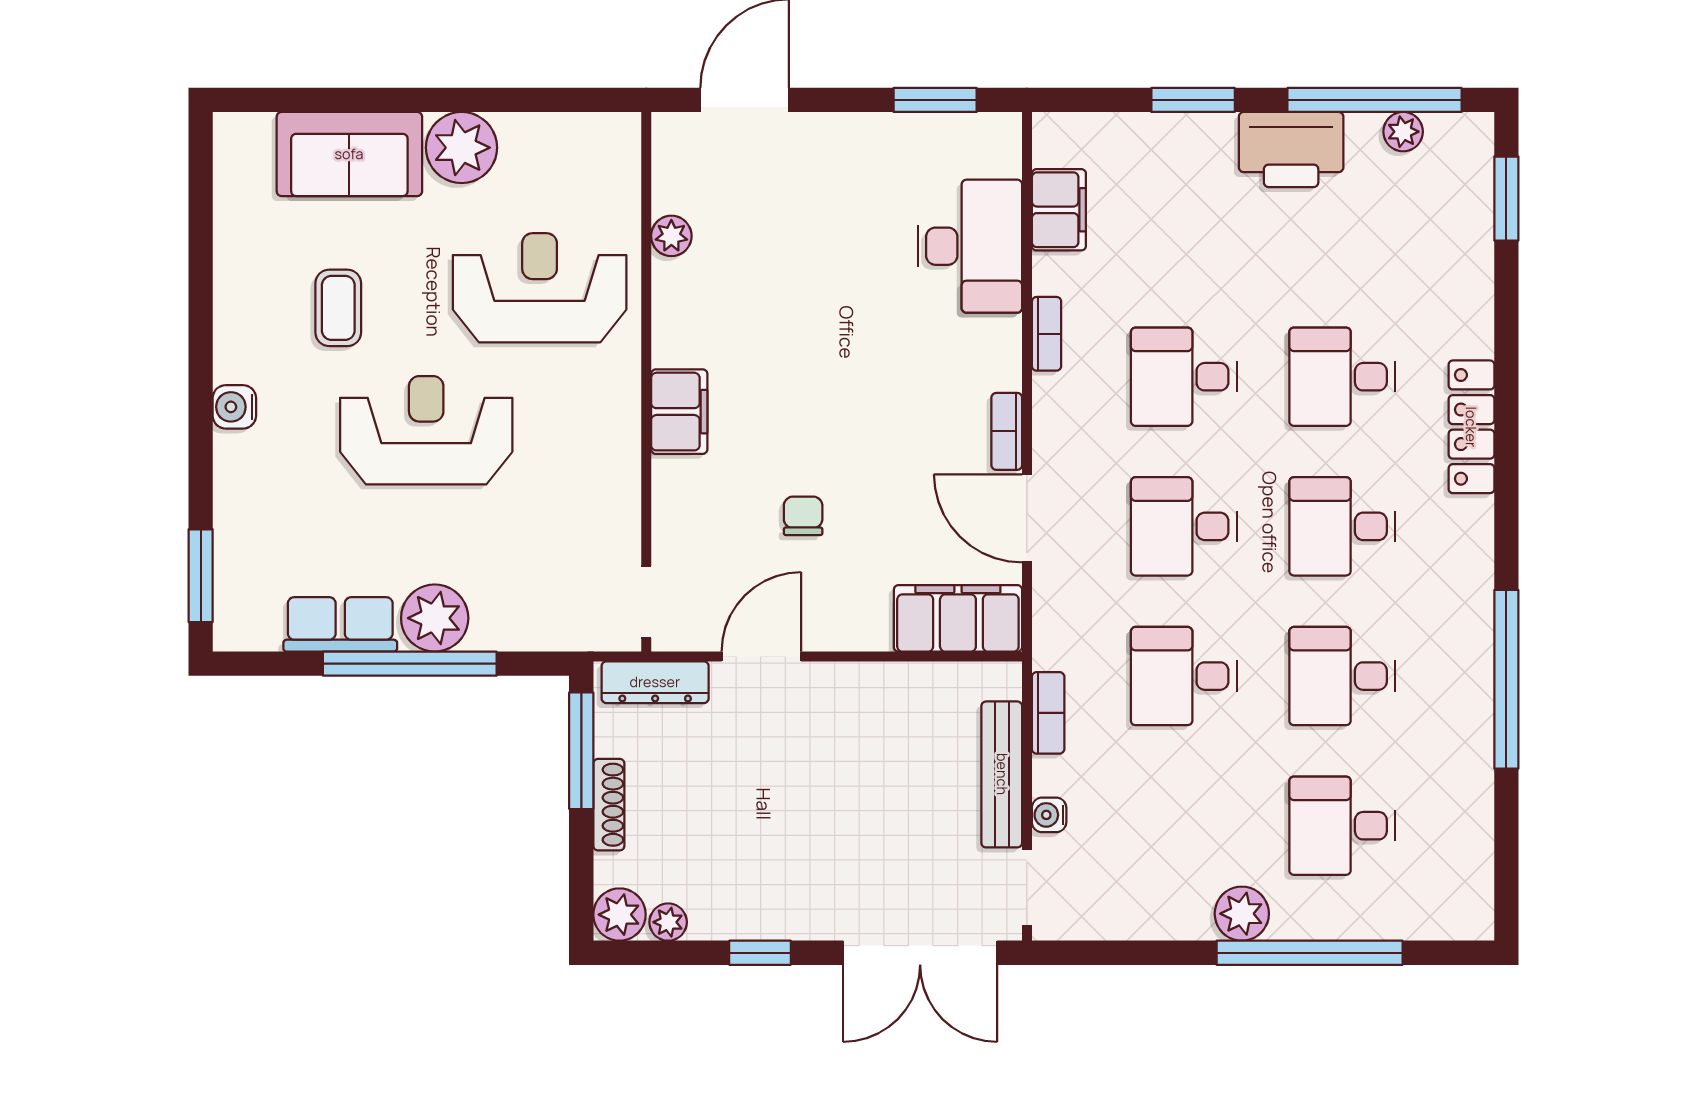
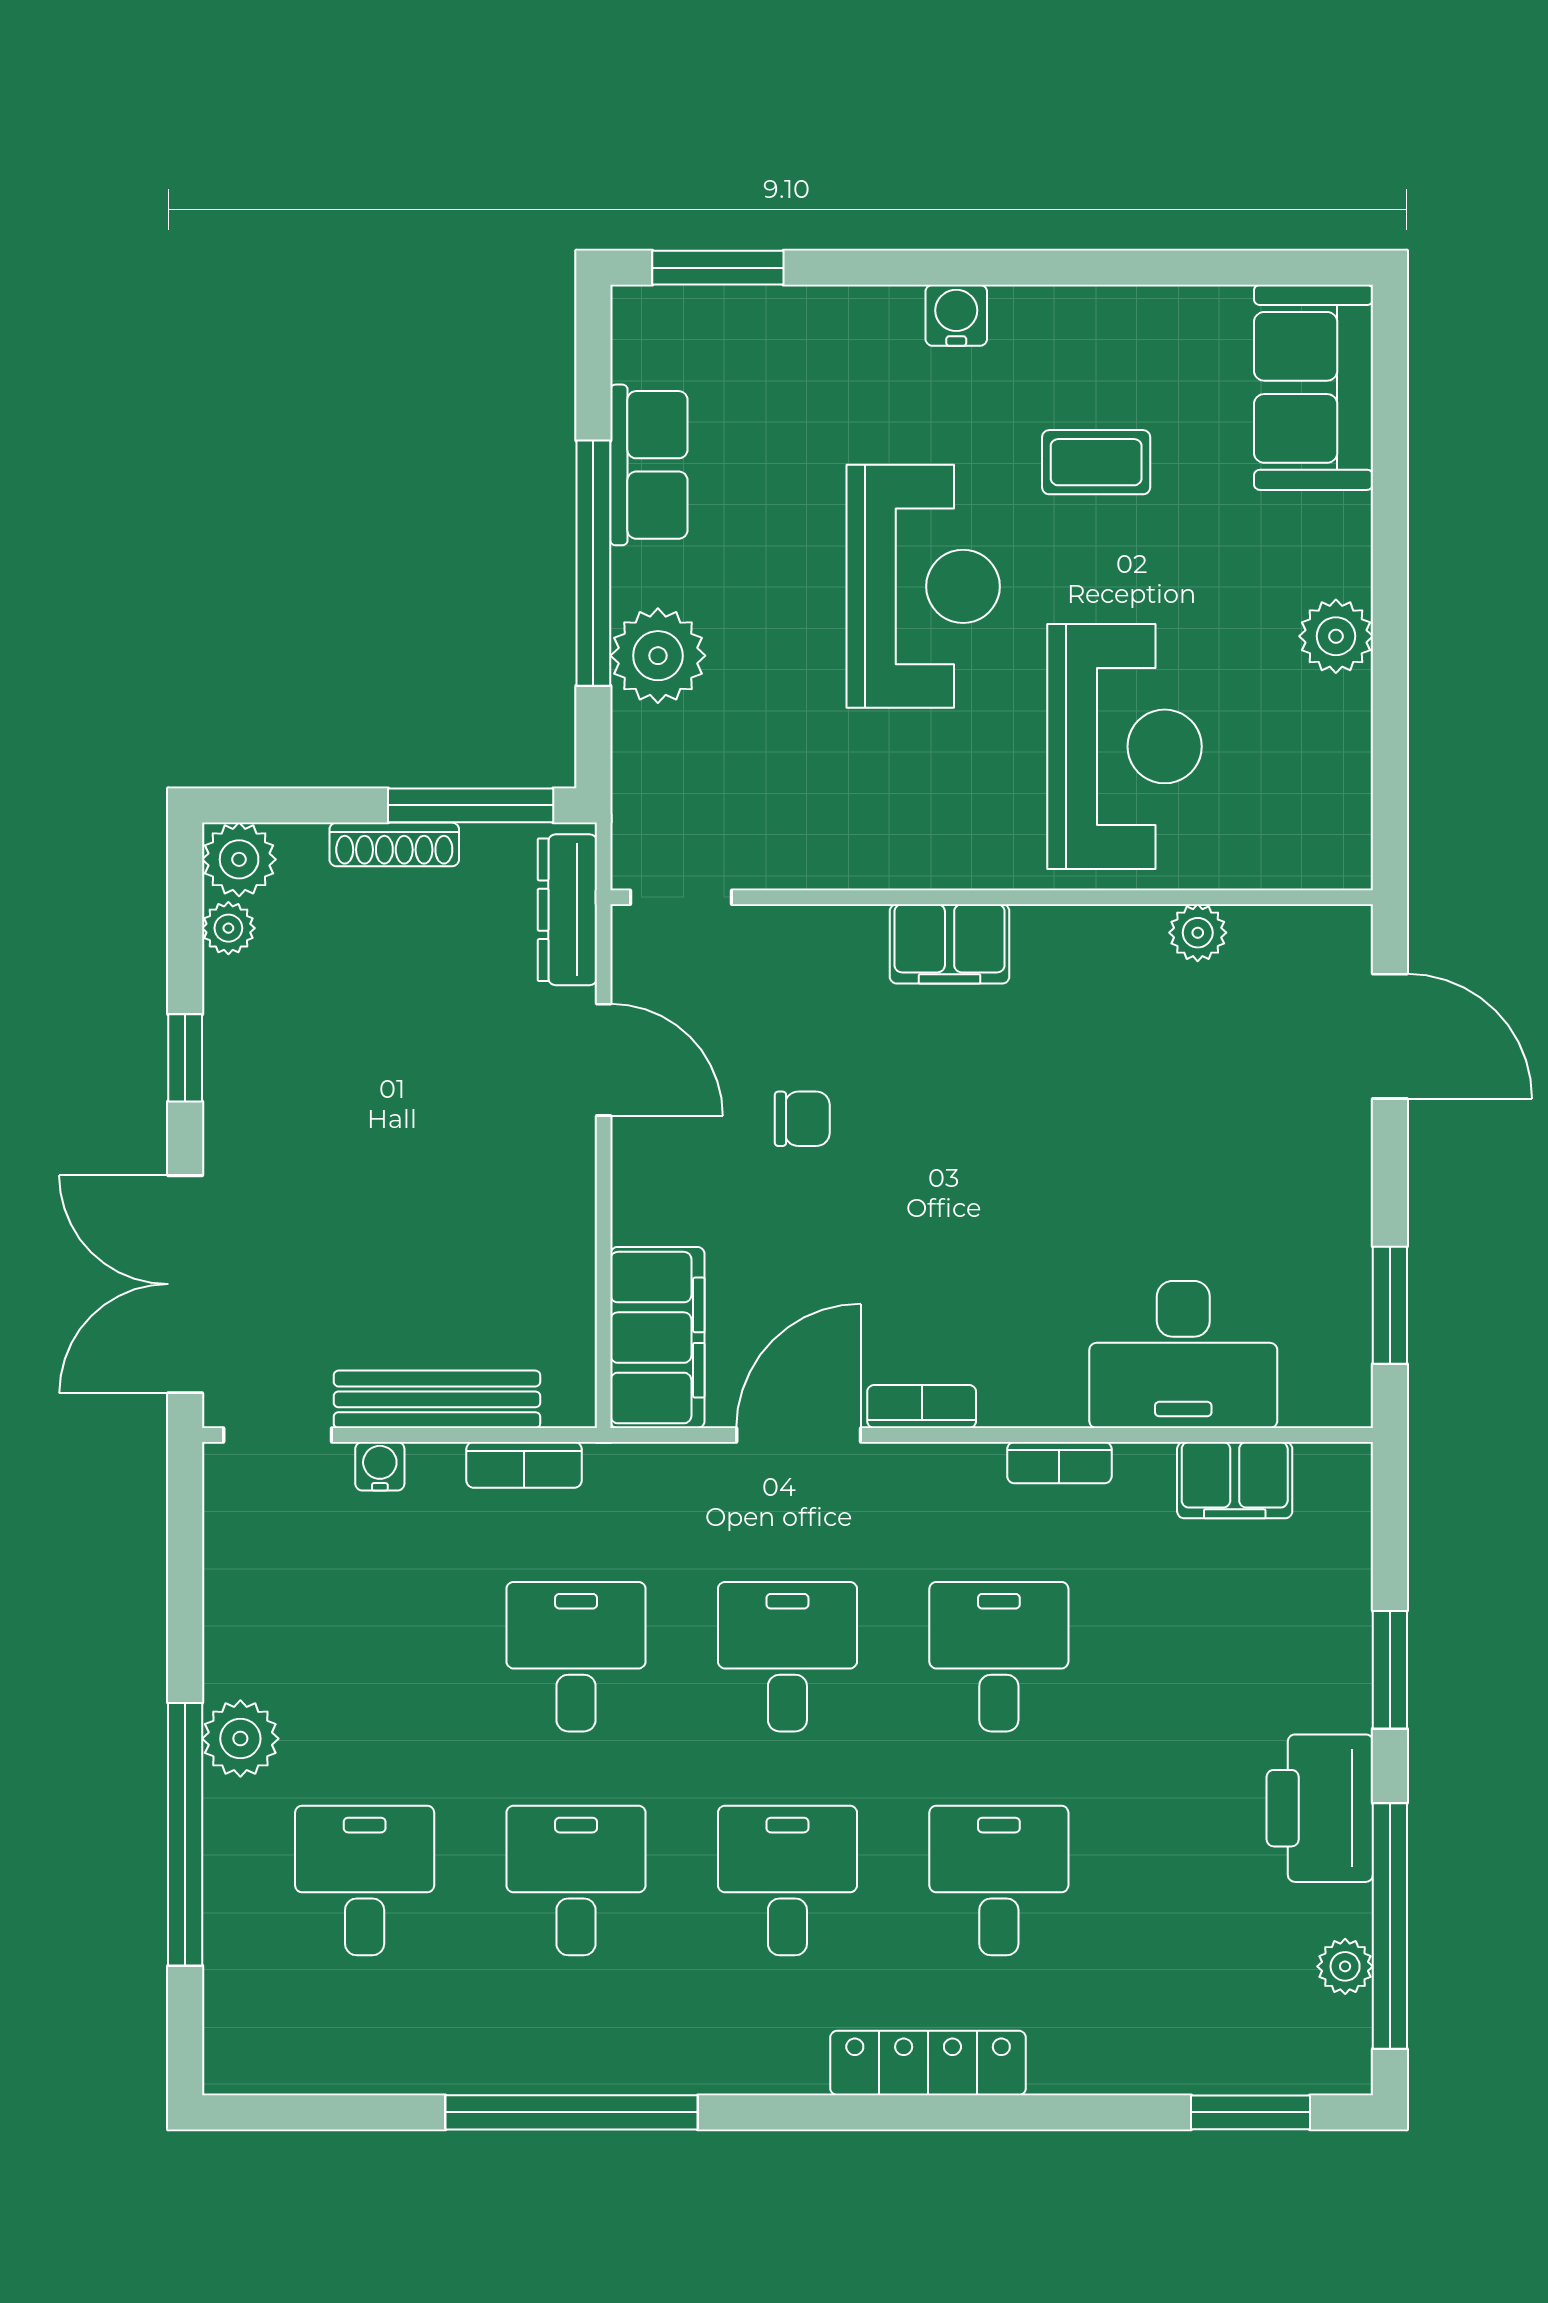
plant: (462, 148) -> (1336, 636), width x0.73, depth x0.73
sofa: (349, 154) -> (1313, 387), moved
plant: (435, 618) -> (658, 656), moved

